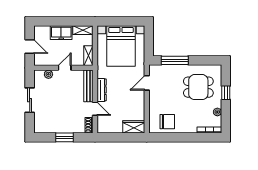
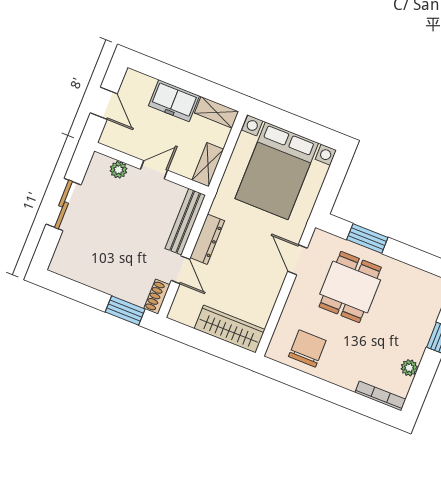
window: (175, 60) -> (367, 238), width x0.69
door: (147, 83) -> (298, 260), hinge flipped
dining table: (198, 87) -> (350, 287), moved, turned 90
chair: (167, 122) -> (307, 348), turned -90
wardrobe: (134, 127) -> (230, 329), width x1.50
window: (65, 137) -> (125, 311), moved

